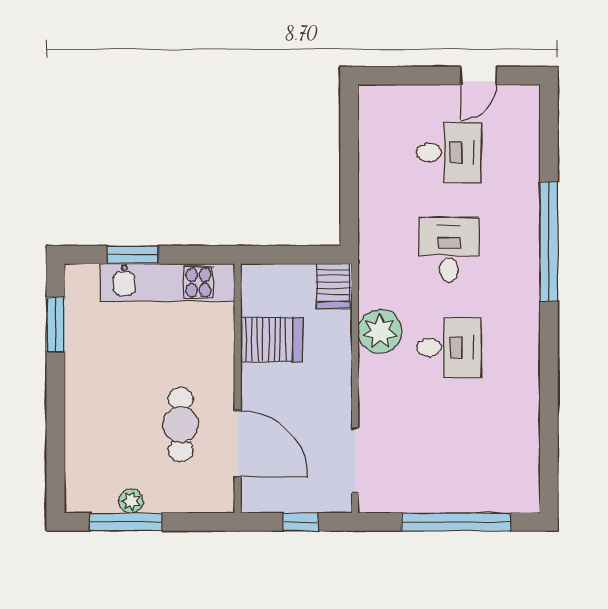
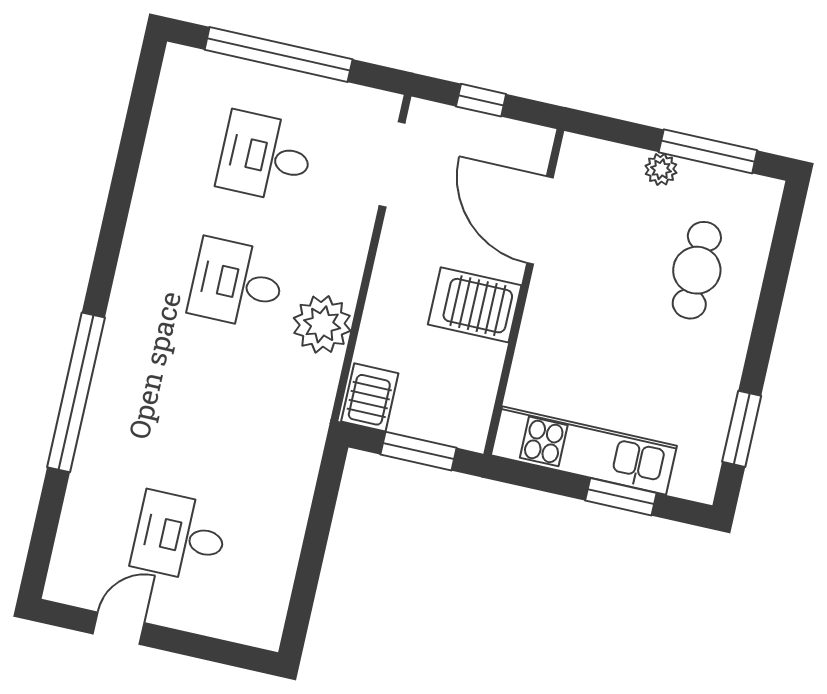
desk: (449, 250) -> (265, 157), moved, turned 90
window: (288, 255) -> (418, 451), added
server rack: (271, 339) -> (475, 305), moved
cafe table: (181, 424) -> (697, 270), moved
plant: (131, 501) -> (661, 169), moved

